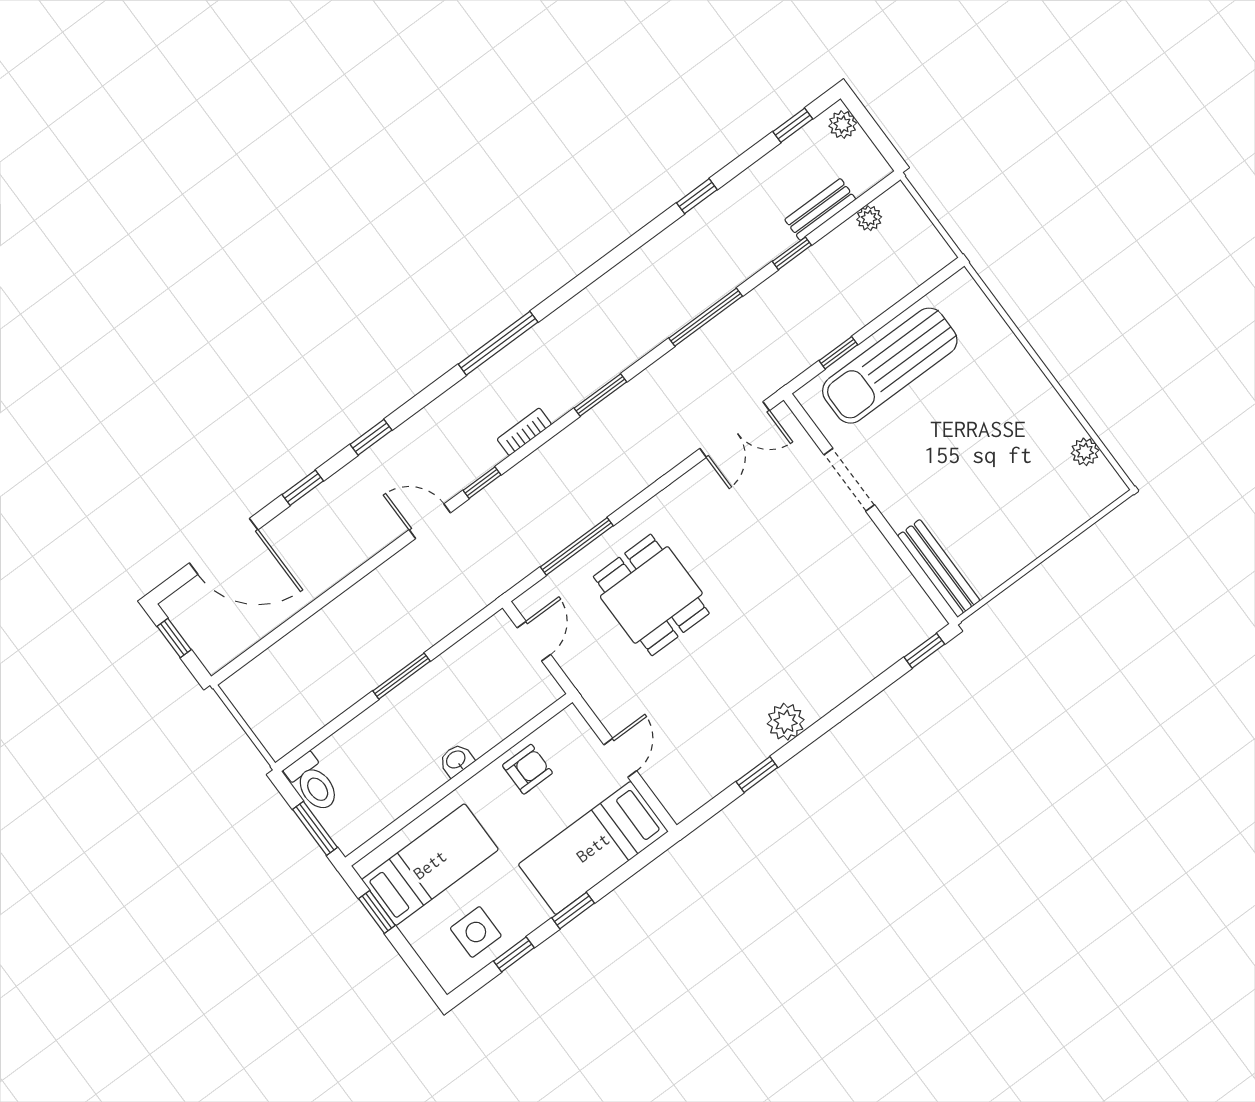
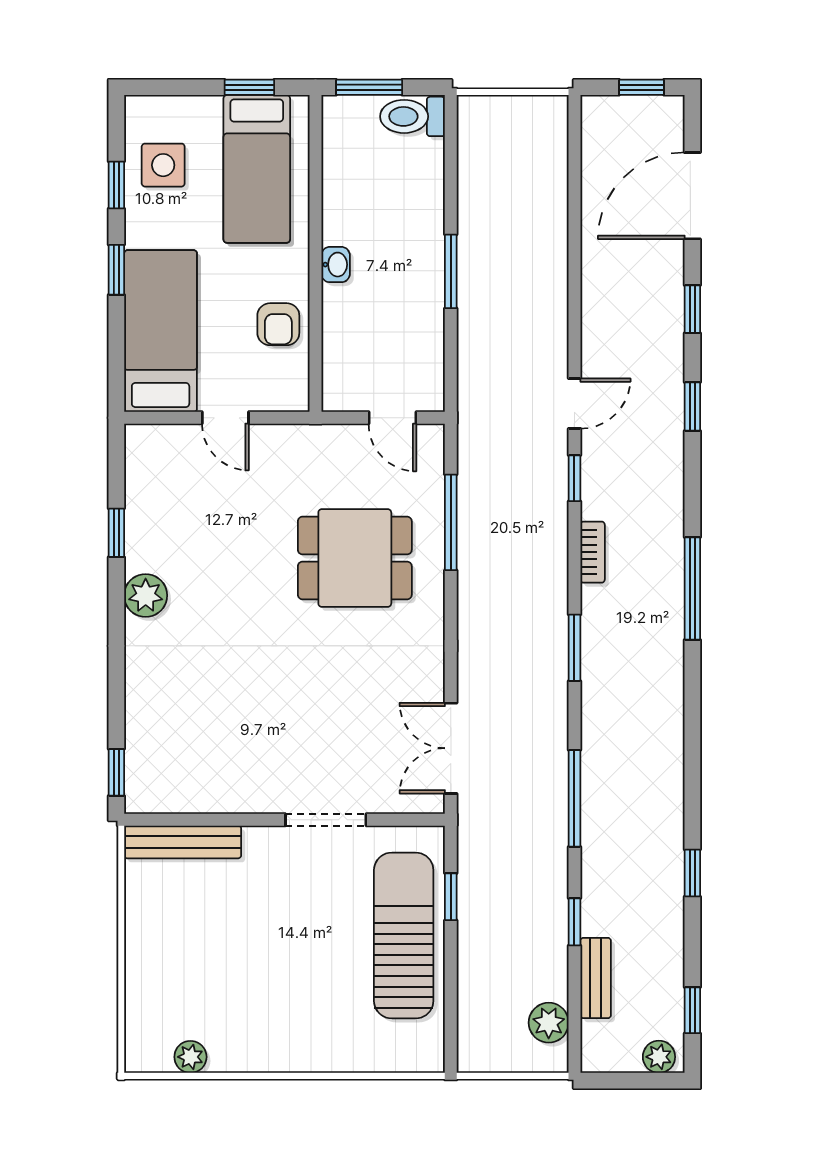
plant: (869, 218) -> (549, 1023), width x1.38, depth x1.38

